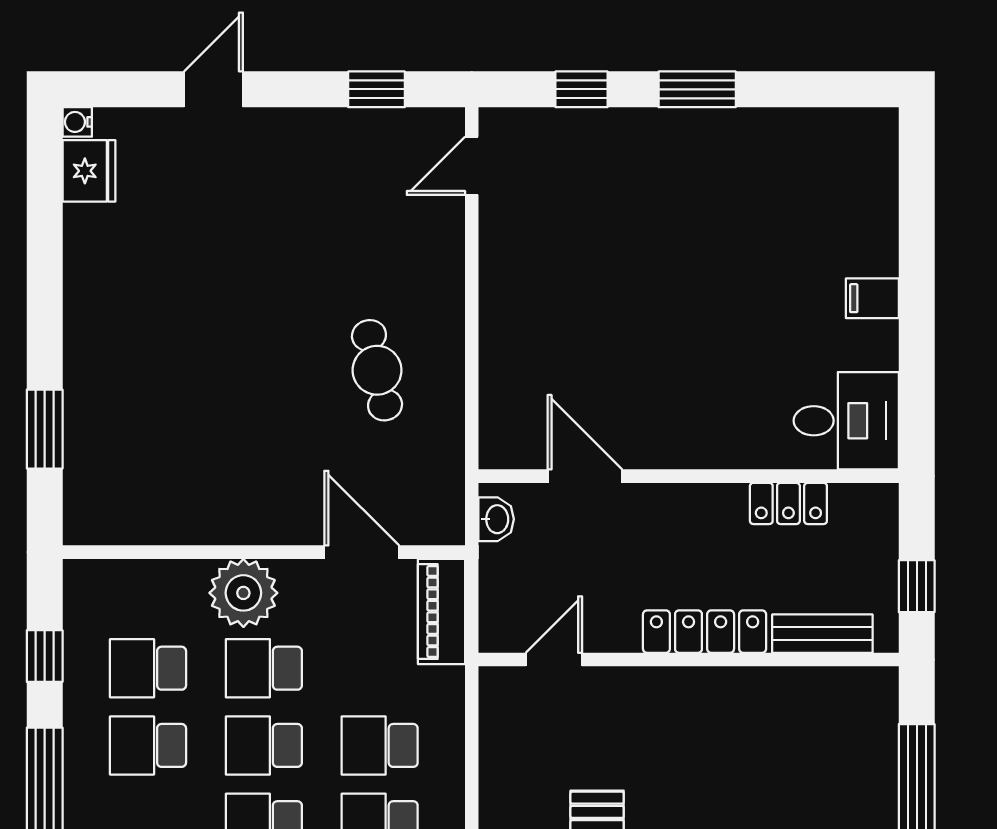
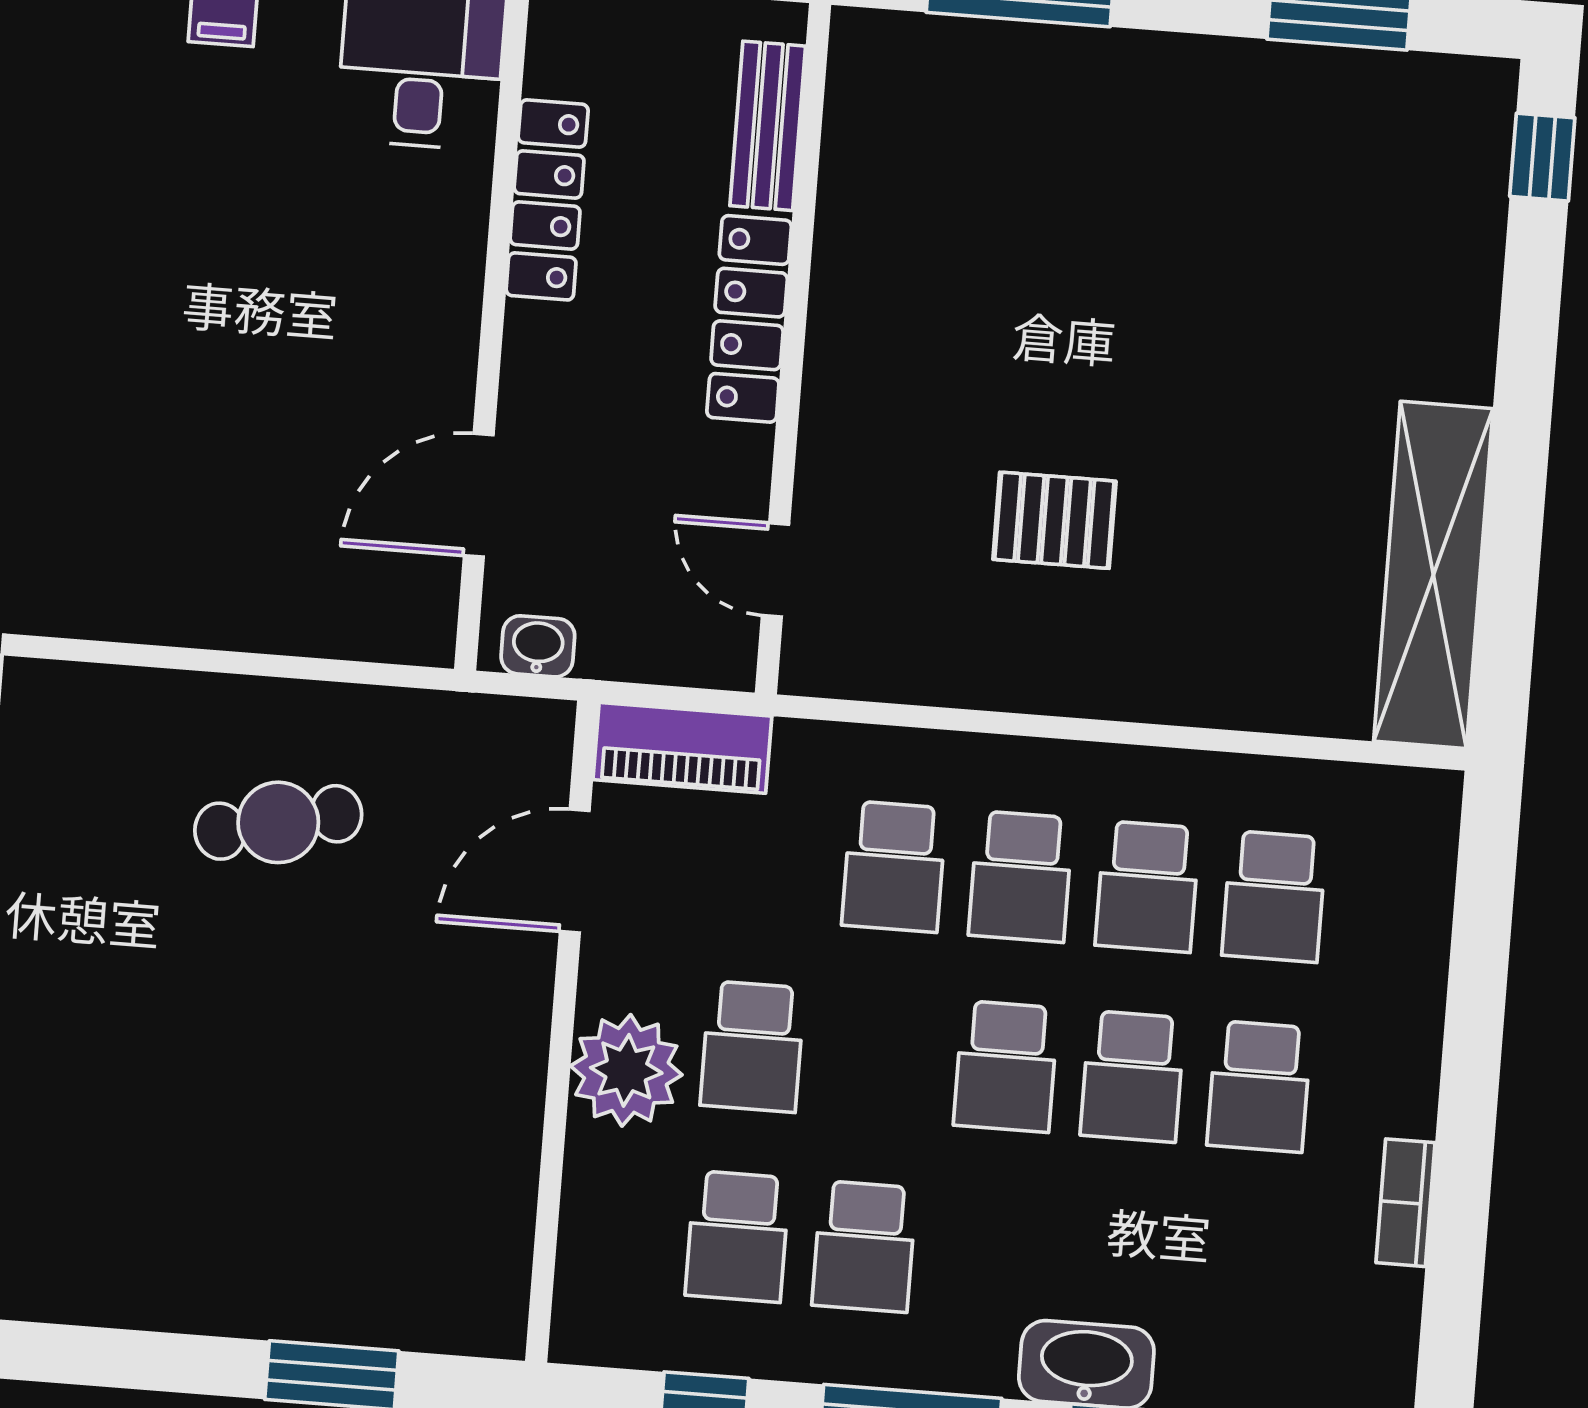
locker: (788, 503) -> (547, 200), width x1.53
school desk: (264, 745) -> (879, 1057), removed

